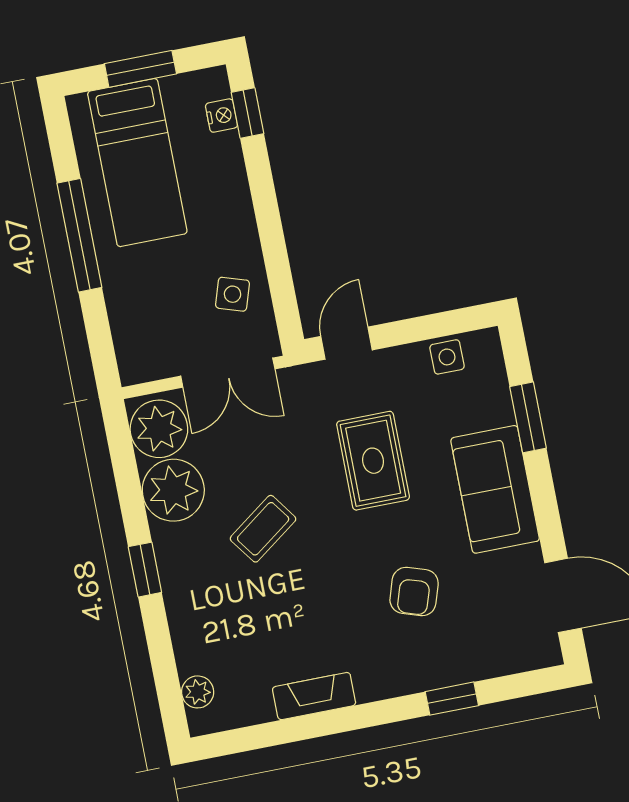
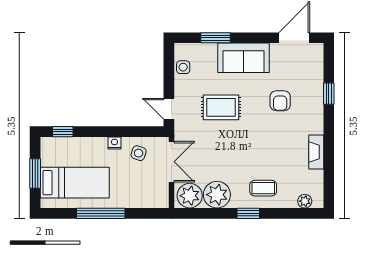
nightstand: (221, 116) -> (114, 143), moved
coffee table: (263, 529) -> (263, 188), moved, turned -54
armchair: (414, 592) -> (280, 101), turned 72

